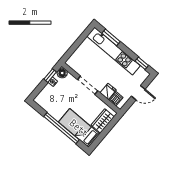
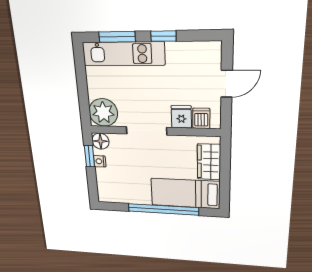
kitchen unit: (114, 51) -> (123, 54), width x0.73
plant: (76, 62) -> (103, 112), added
window: (142, 63) -> (163, 36), moved

